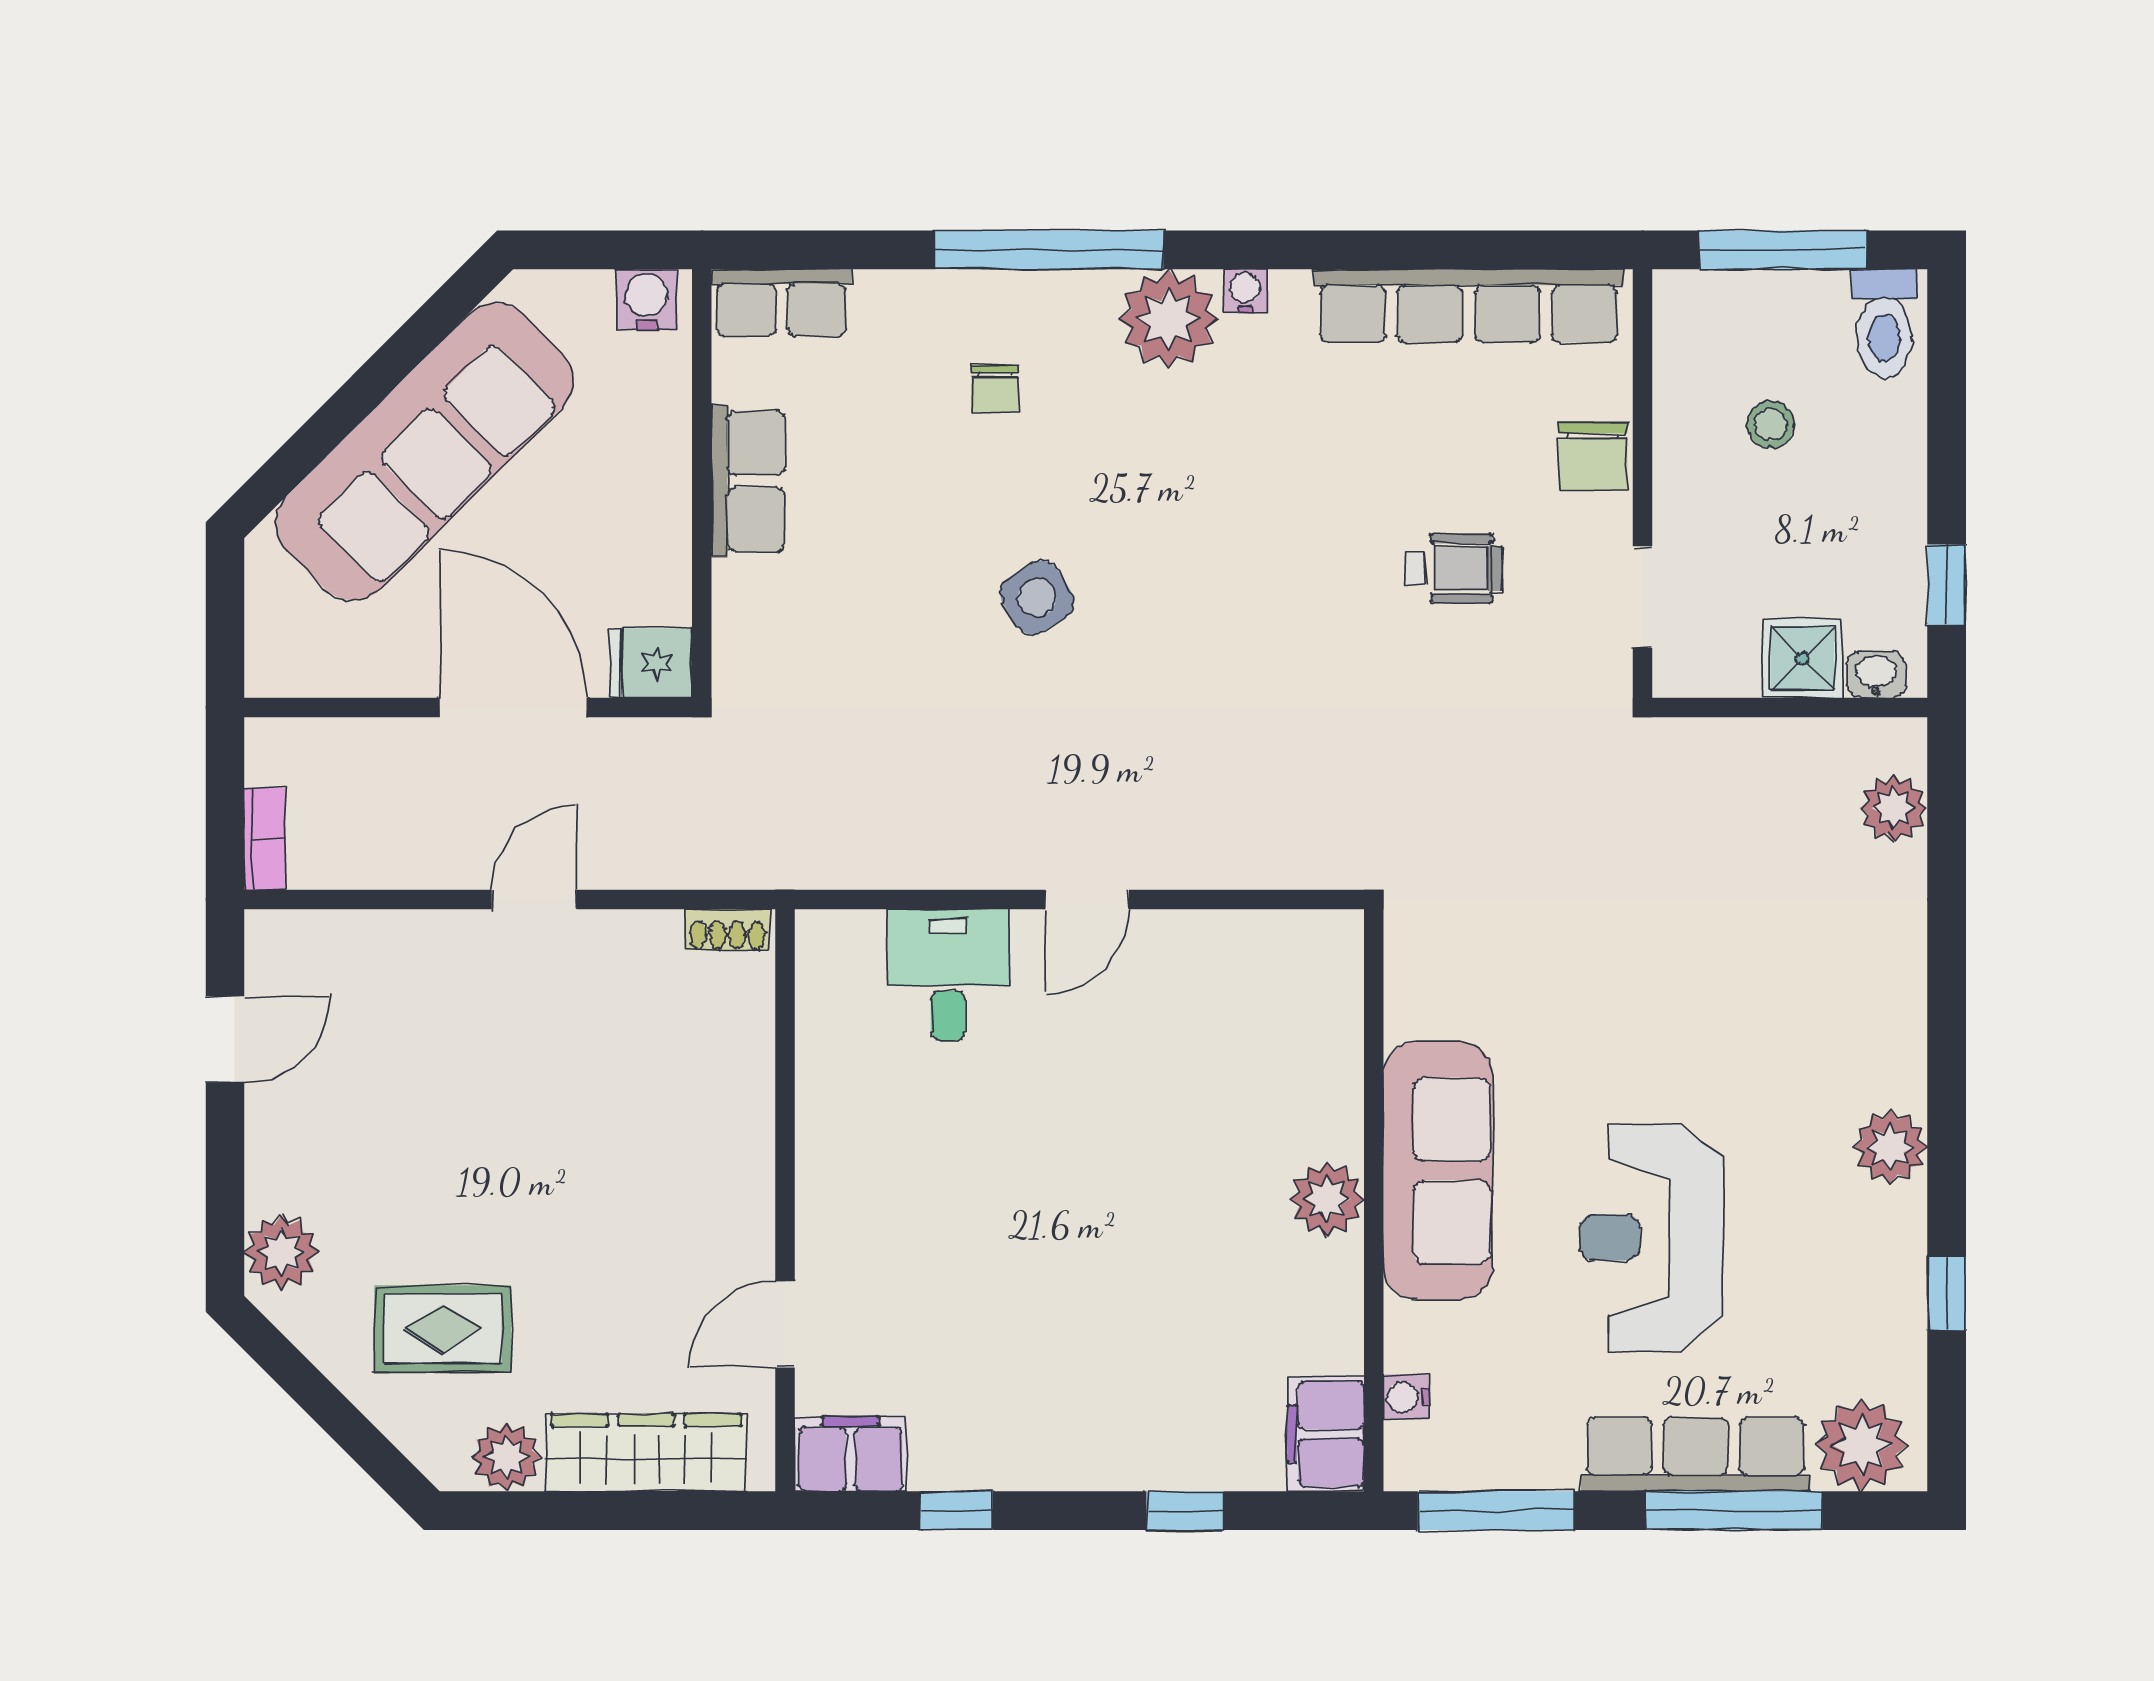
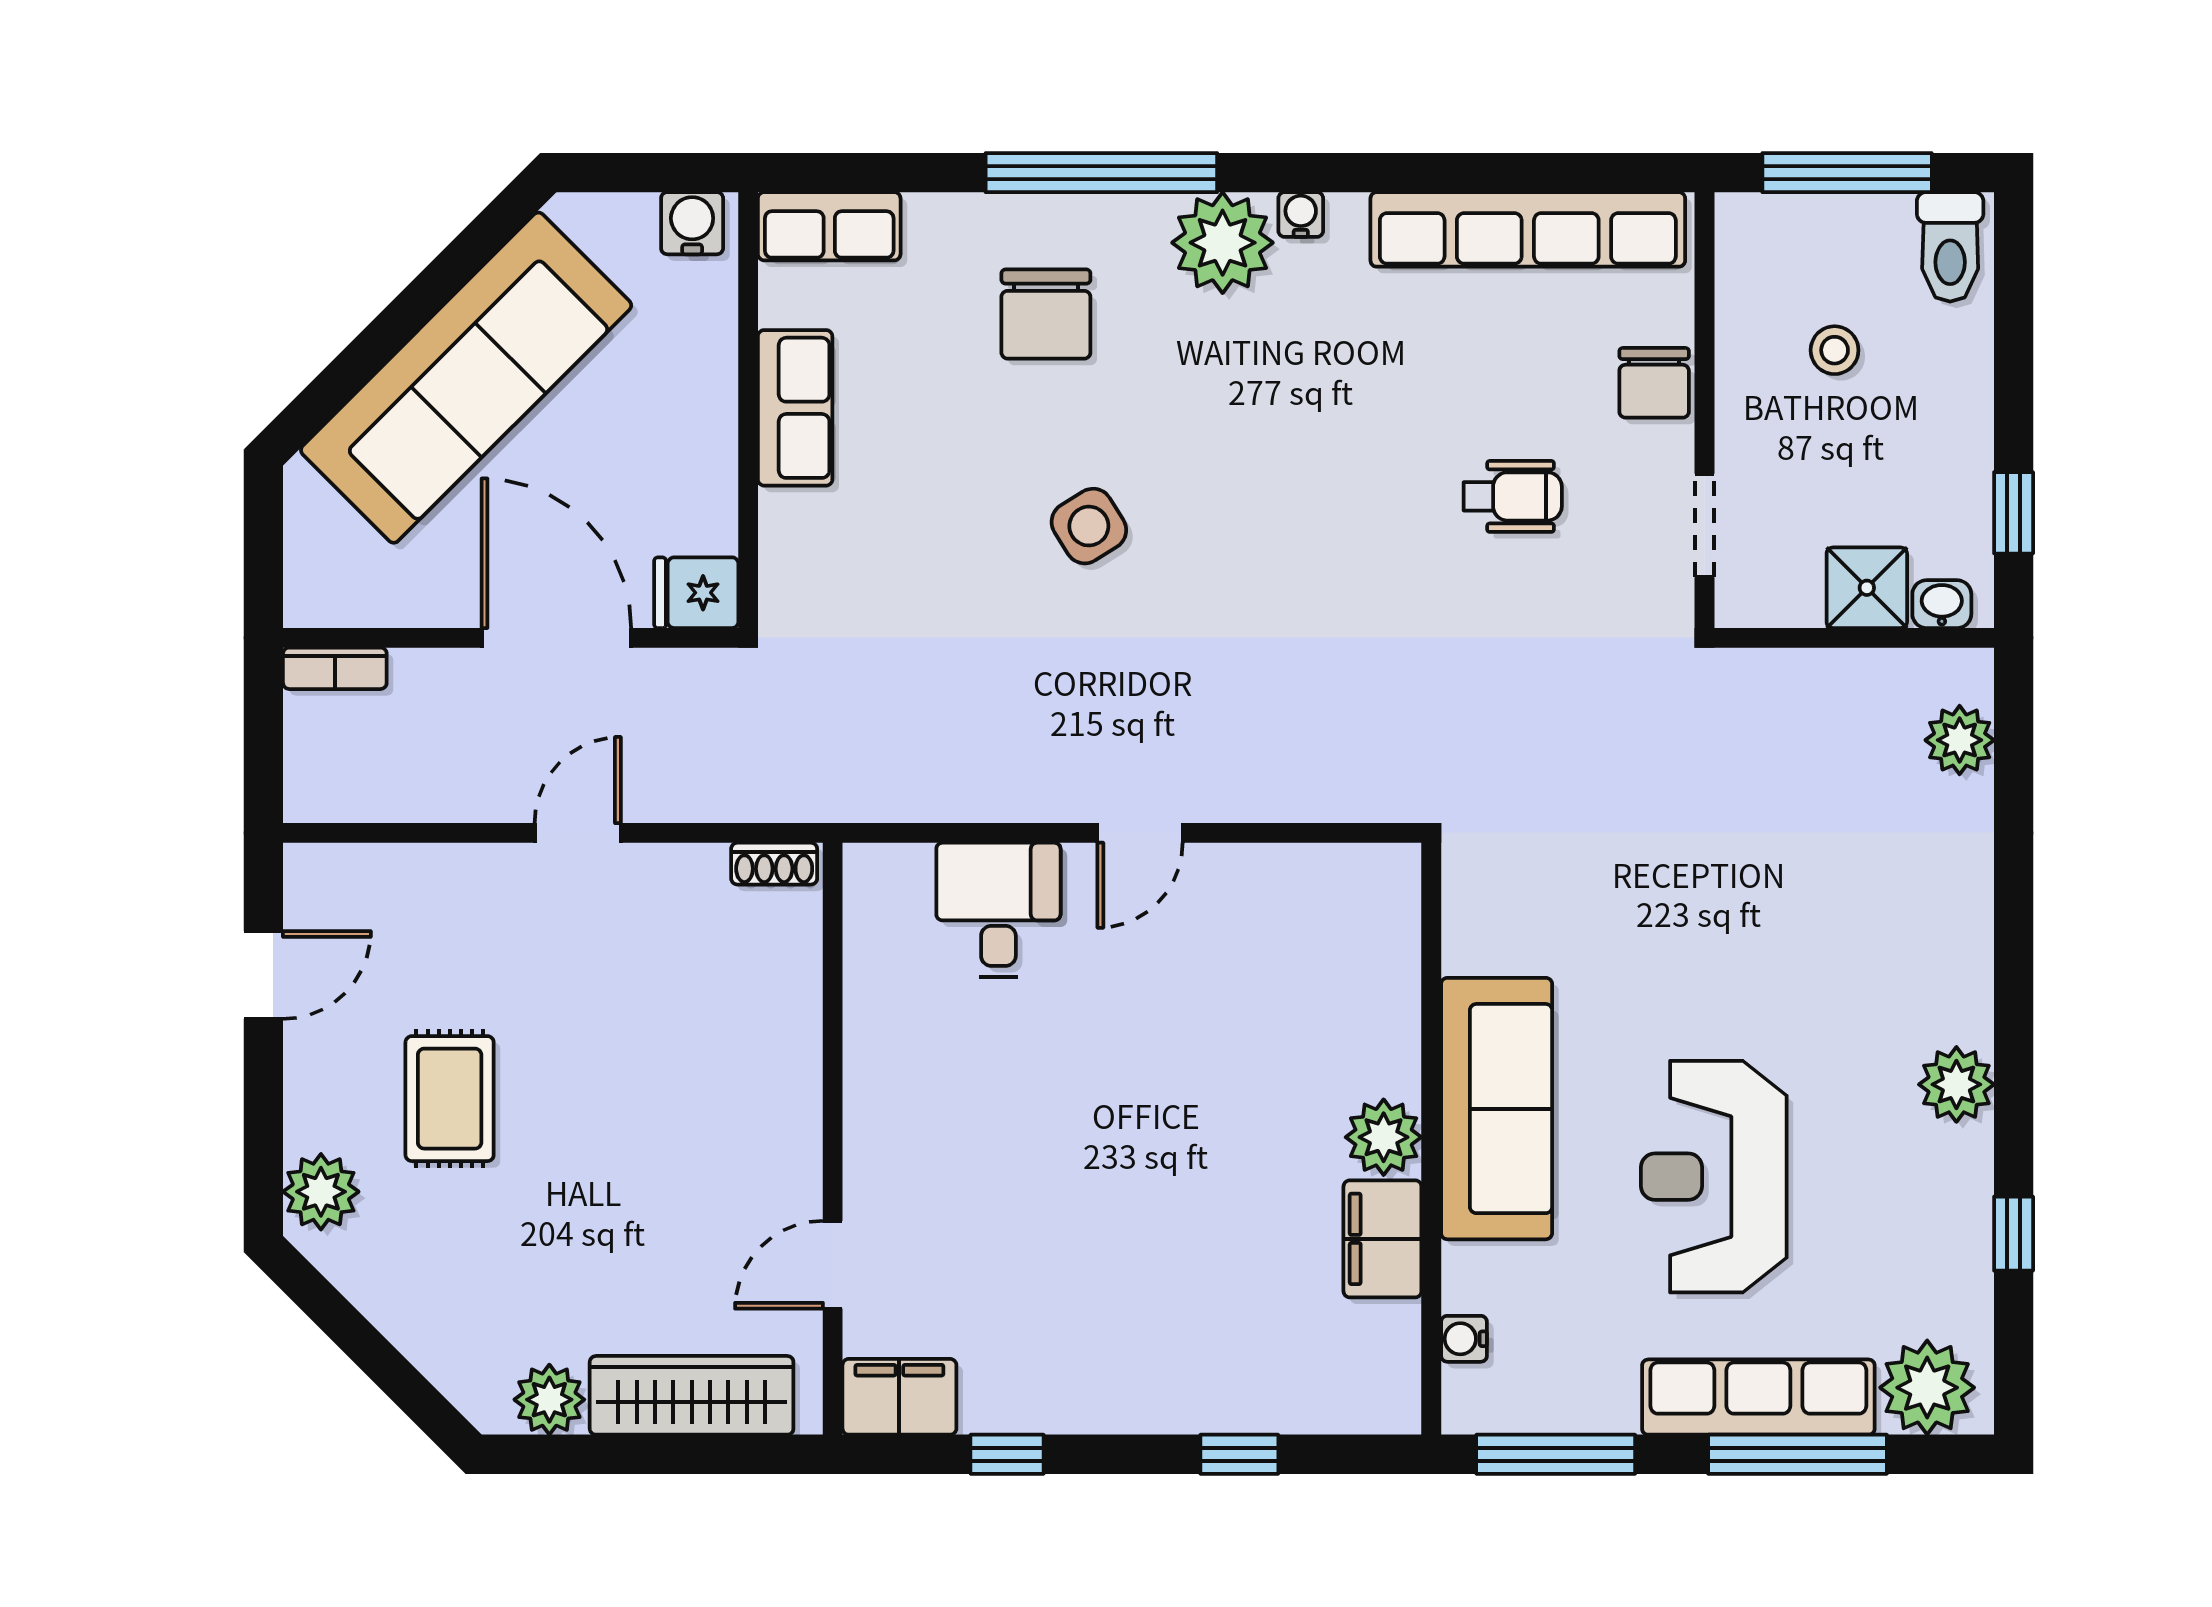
chair: (995, 389) -> (1046, 314), width x1.87, depth x1.87
bookcase: (265, 839) -> (335, 668), moved, turned 90
rug: (443, 1329) -> (450, 1099), moved, turned 90
filing cabinet: (1326, 1434) -> (1382, 1239), moved

